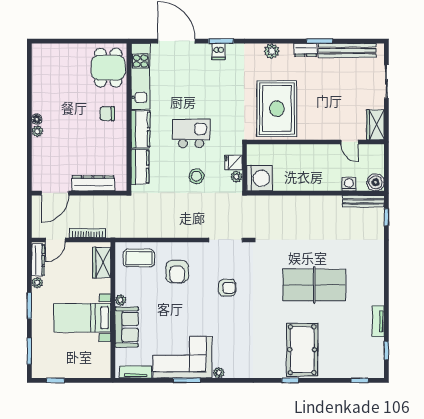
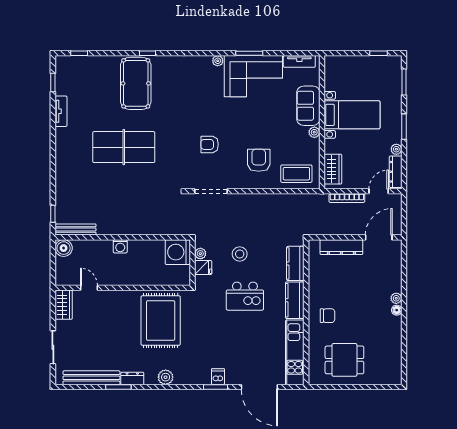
dining table: (108, 68) -> (344, 360), moved, turned 90
washing machine: (349, 184) -> (120, 246), moved

